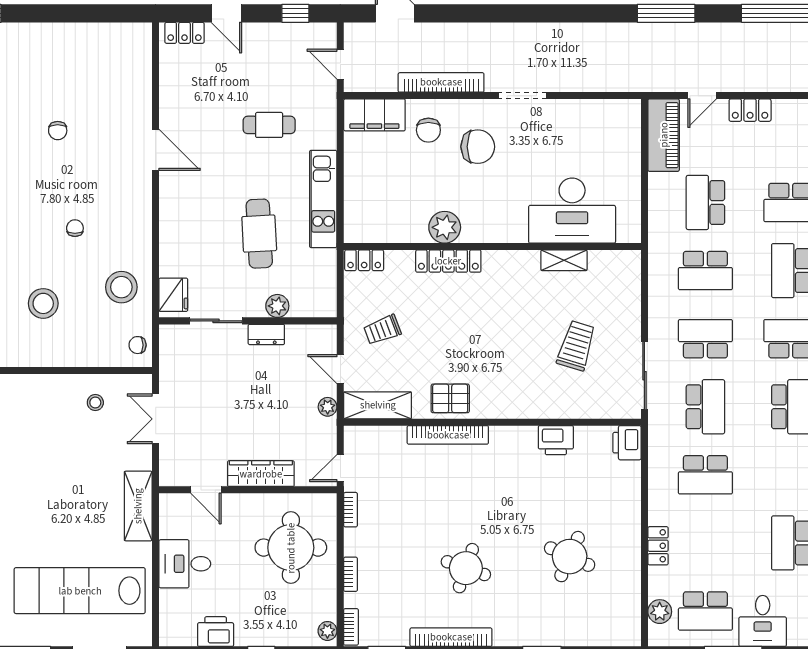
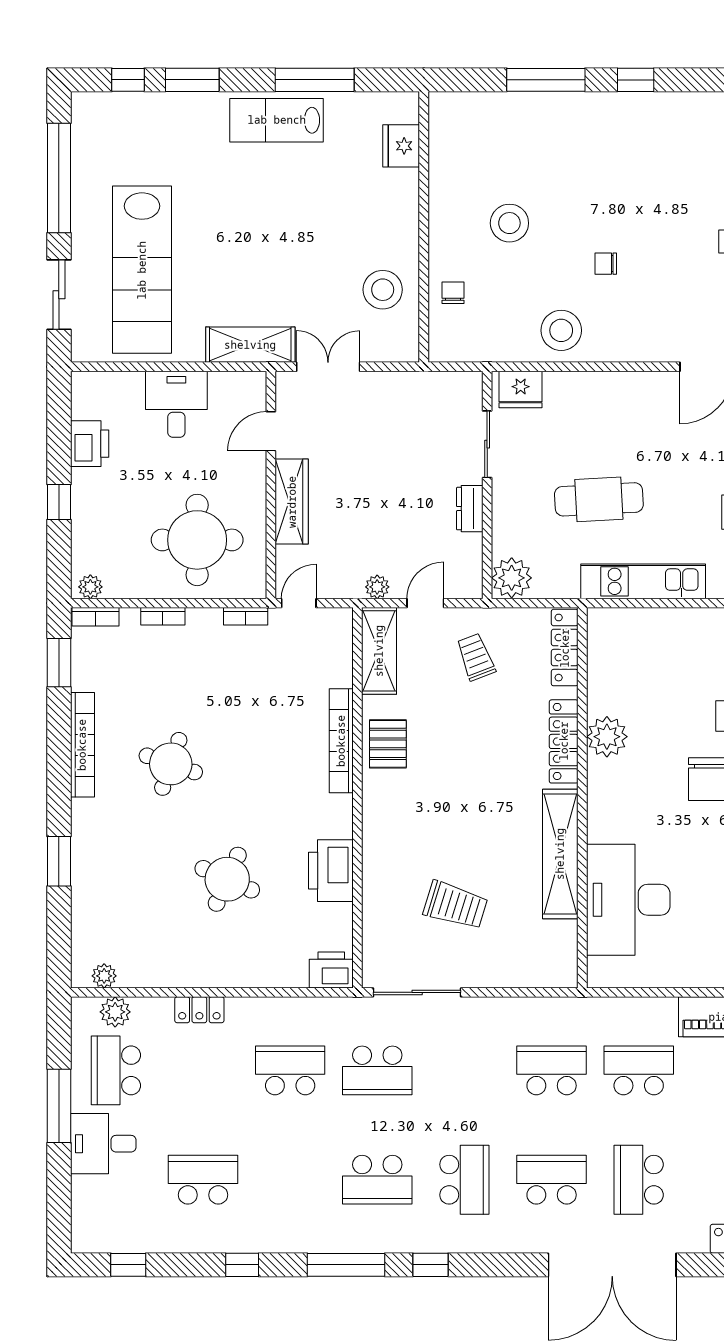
chair: (75, 228) -> (606, 264), turned 180
locker: (364, 260) -> (565, 648), width x1.53
shelving: (564, 260) -> (560, 854), width x2.20, depth x1.33
school desk: (705, 271) -> (552, 1070), turned 90
stool: (121, 287) -> (561, 330), moved
plant: (277, 306) -> (512, 578), moved, width x1.36, depth x1.36
school desk: (705, 339) -> (464, 1070), removed
chair: (138, 345) -> (453, 293), moved
stool: (95, 403) -> (383, 290), width x1.89, depth x1.89
double door: (156, 419) -> (328, 367), moved
printer: (556, 440) -> (331, 871), width x1.37, depth x1.19
door: (340, 468) -> (299, 603), hinge flipped
school desk: (705, 475) -> (290, 1070), turned 90
round table: (570, 557) -> (227, 879), moved
lab bench: (80, 591) -> (142, 270), turned 180
plant: (632, 620) -> (104, 976), added

